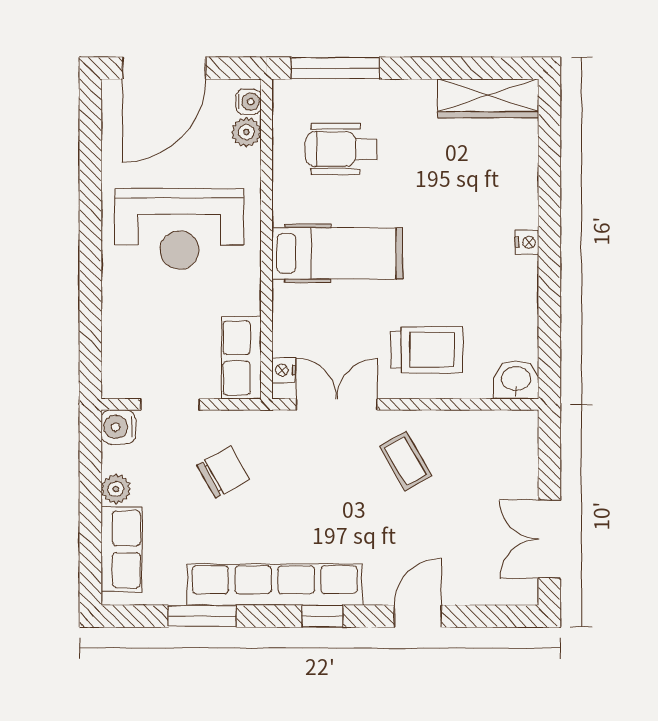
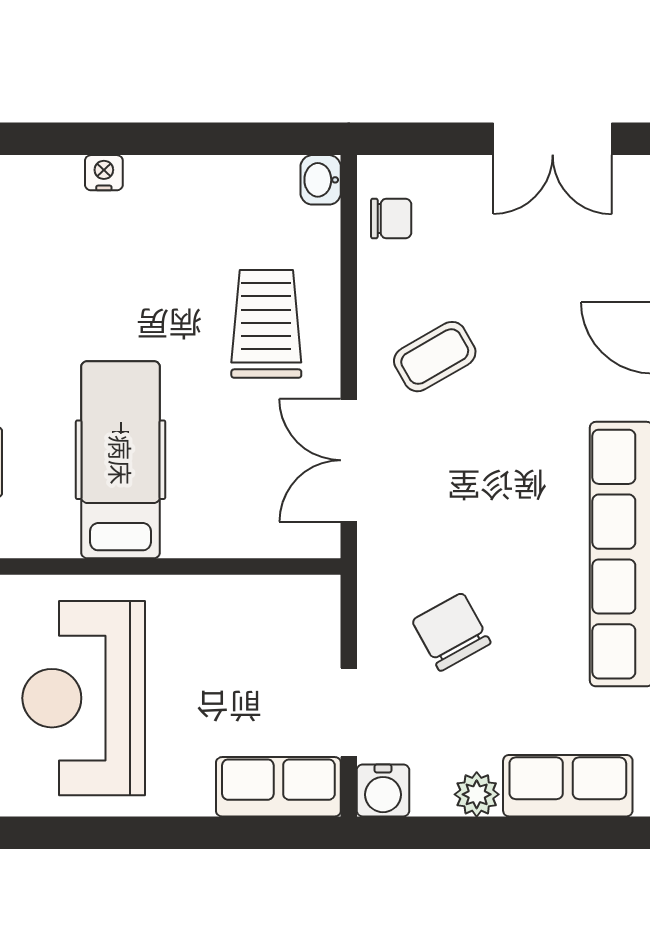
reception desk: (179, 229) -> (84, 698), turned 180
row of seats: (241, 358) -> (278, 787), moved, turned 180
nightstand: (284, 370) -> (297, 540), removed
washbasin: (516, 380) -> (321, 180), width x0.72, depth x0.69
chair: (497, 432) -> (391, 219), added

